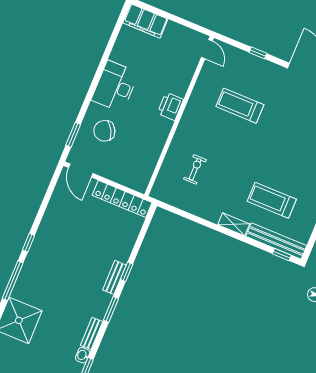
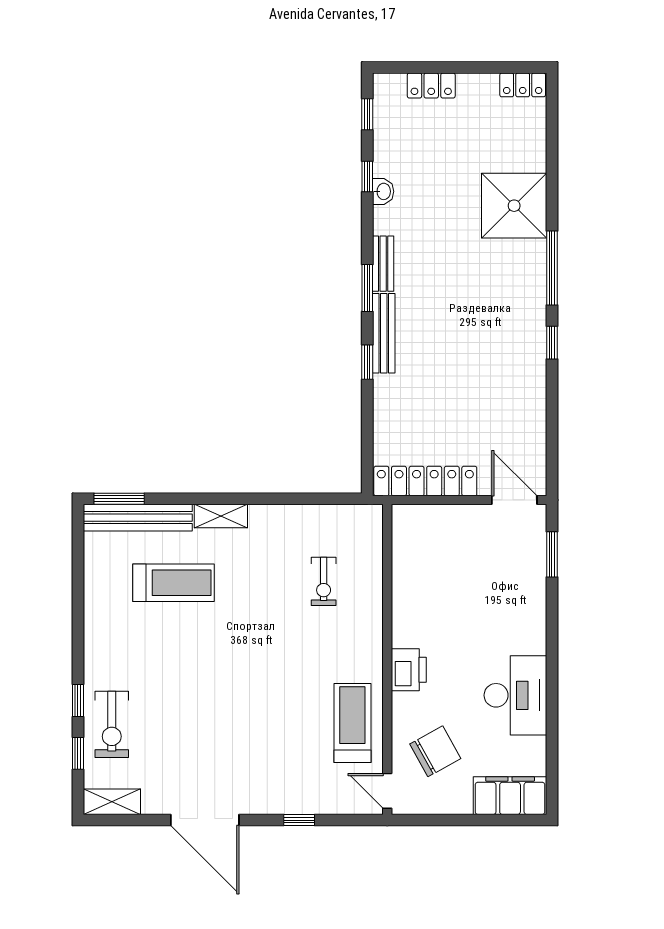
desk: (115, 86) -> (515, 695), moved
treadmill: (240, 106) -> (352, 723), moved, turned -90
chair: (104, 131) -> (435, 751), moved
window: (282, 255) -> (119, 499), width x1.50
bench: (114, 277) -> (384, 333), width x1.36
bench: (92, 333) -> (383, 264), moved

